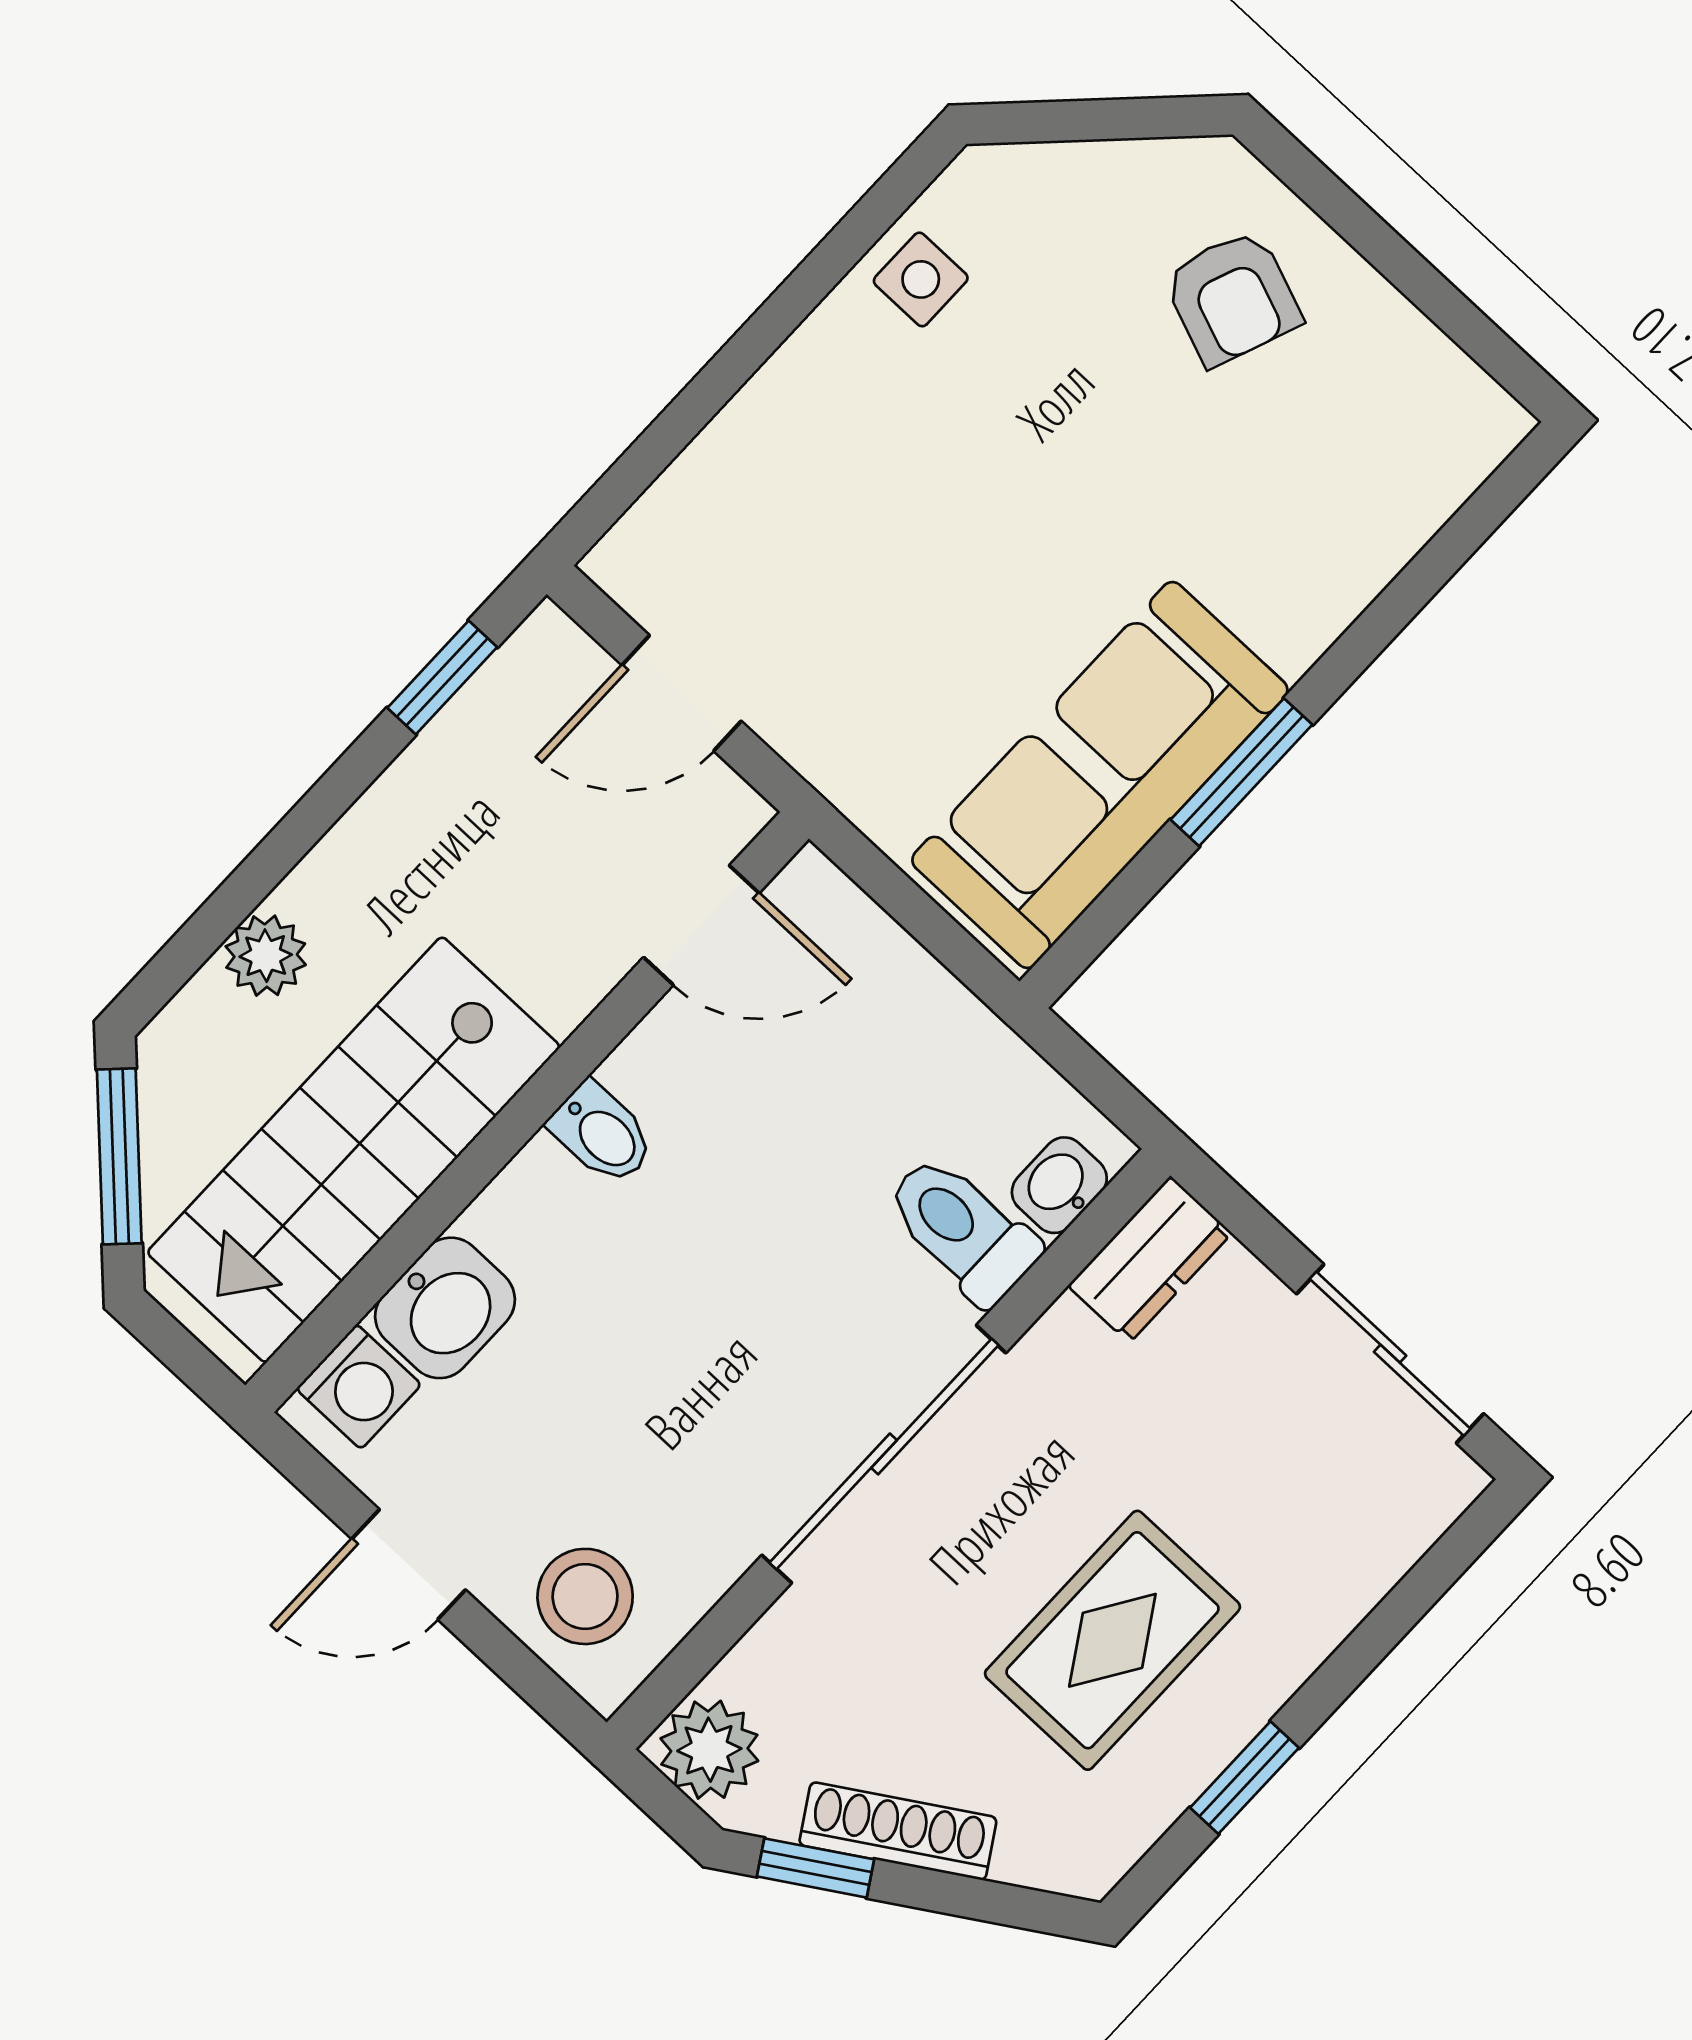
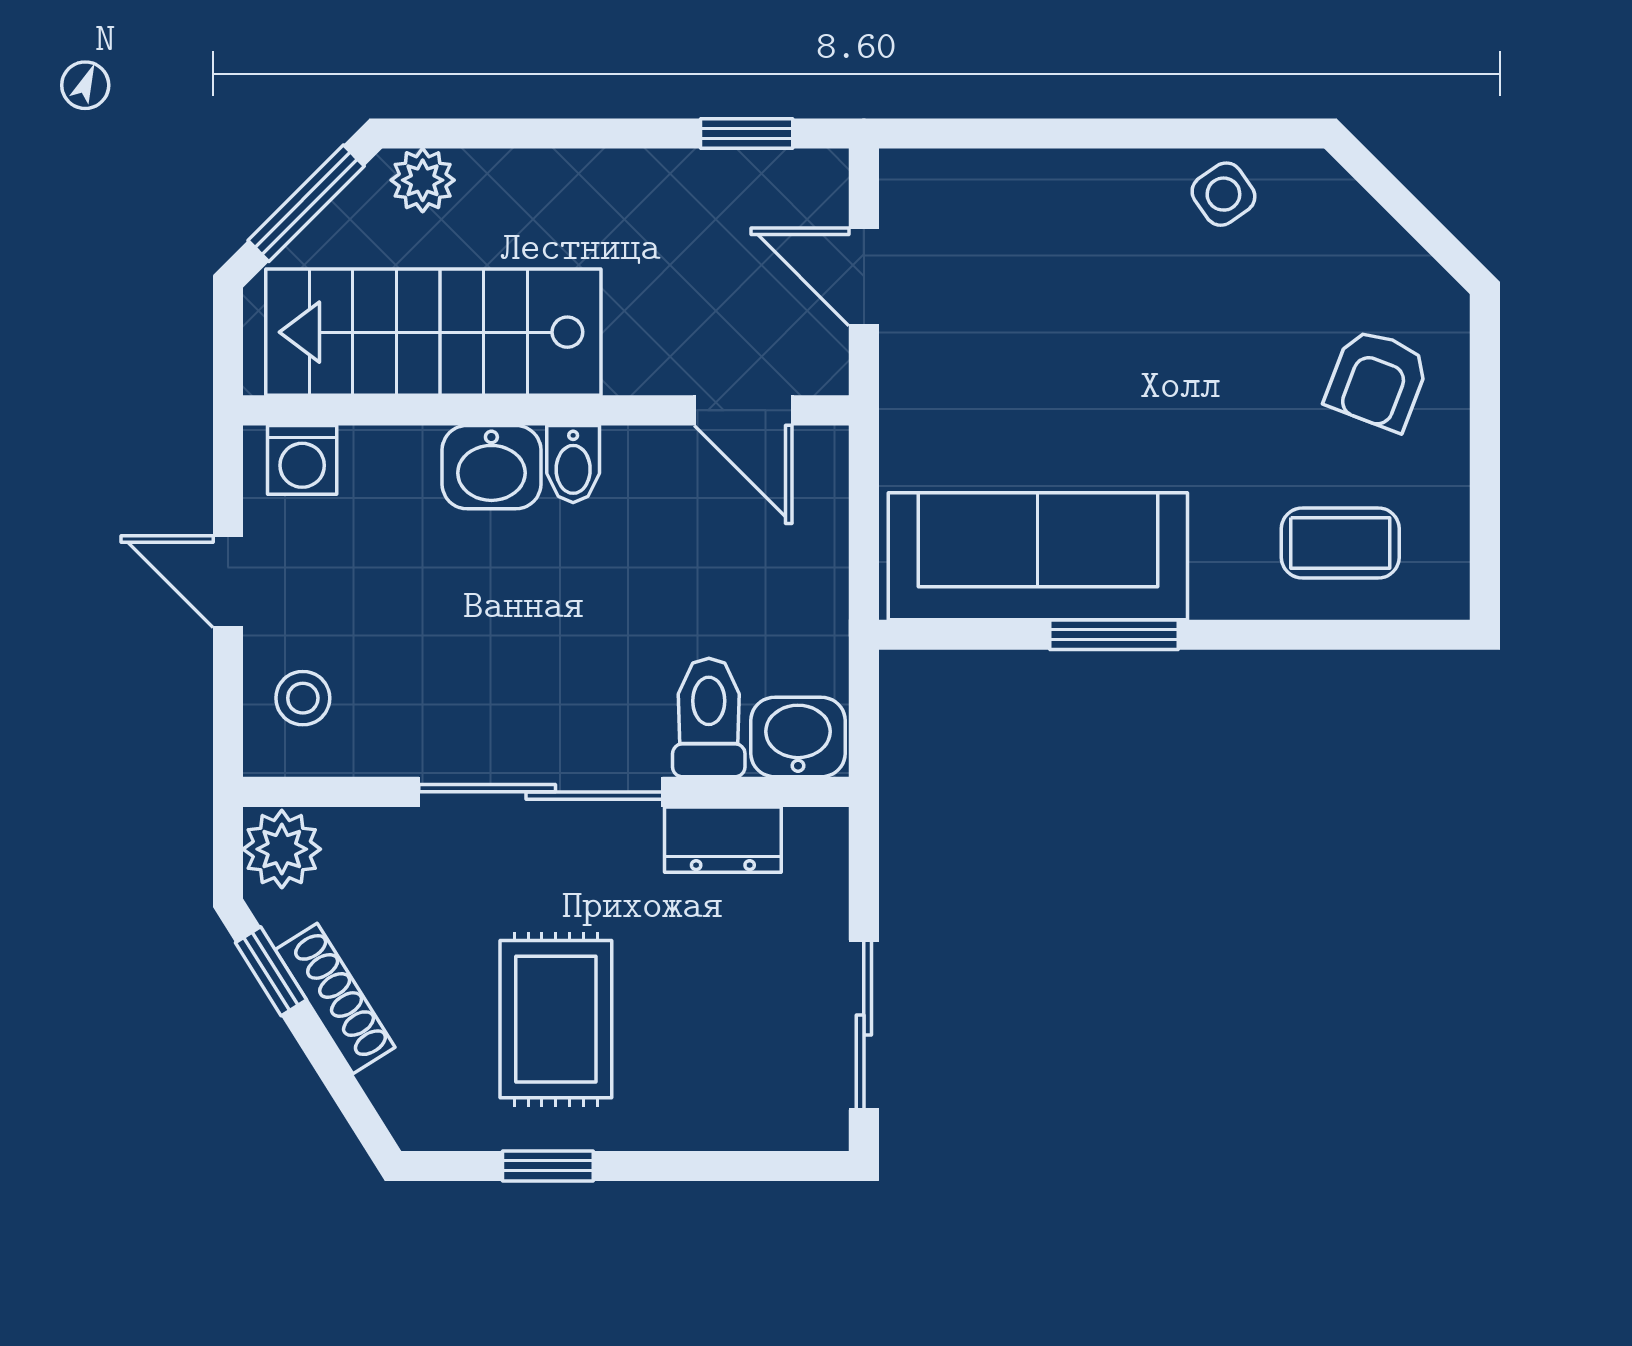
side table: (921, 279) -> (1223, 194), turned -35
coffee table: (1354, 477) -> (1340, 543), added
plant: (266, 956) -> (423, 180), moved
washbasin: (1059, 1185) -> (798, 737), width x1.38, depth x1.45
dresser: (1150, 1260) -> (723, 840), moved
washbasin: (445, 1308) -> (491, 467), moved
stool: (585, 1596) -> (303, 698), width x0.73, depth x0.73
rug: (1112, 1640) -> (556, 1019), turned 90

